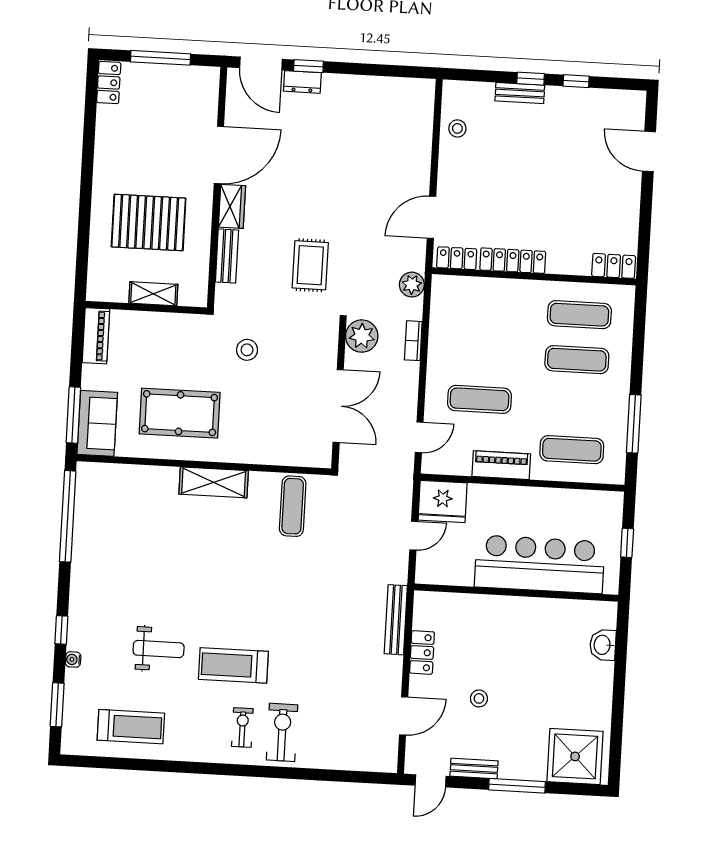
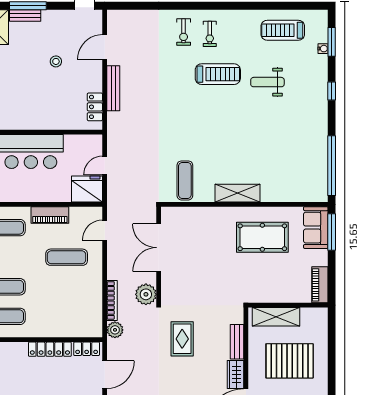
shelving: (153, 294) -> (276, 317), width x1.50, depth x1.33
bookcase: (413, 341) -> (112, 300), width x1.56
stool: (247, 350) -> (220, 281), removed
bench: (396, 620) -> (113, 88), moved
locker: (422, 652) -> (95, 107), moved
water cooler: (73, 659) -> (323, 49), moved
exercise bike: (282, 732) -> (184, 32), width x0.73, depth x0.72
bench: (474, 769) -> (25, 15), moved

